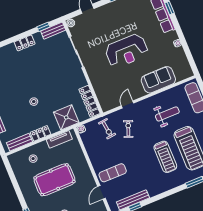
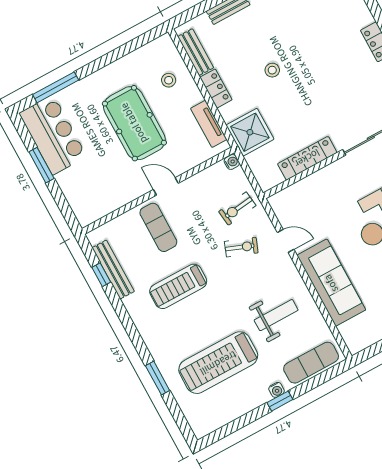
sofa: (158, 80) -> (331, 283), width x1.36
locker: (89, 101) -> (307, 158), moved
weight bench: (167, 114) -> (276, 315), turned -90
treadmill: (165, 157) -> (178, 286), moved
door: (101, 192) -> (166, 186), moved

